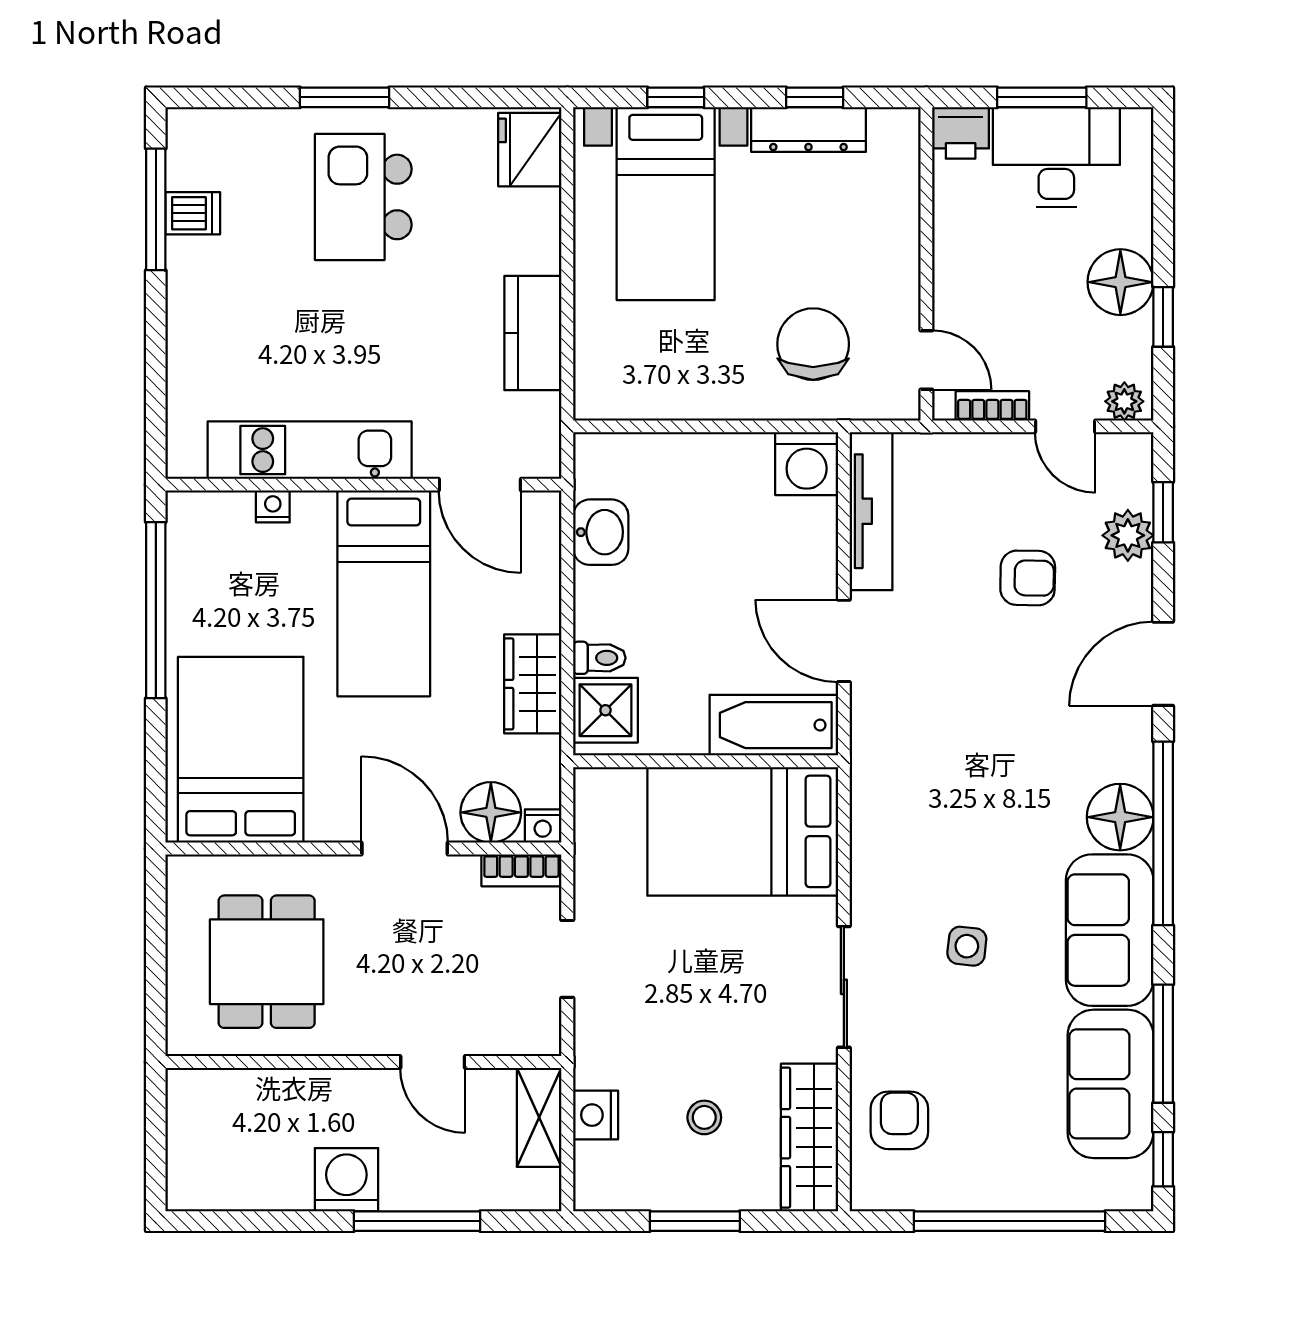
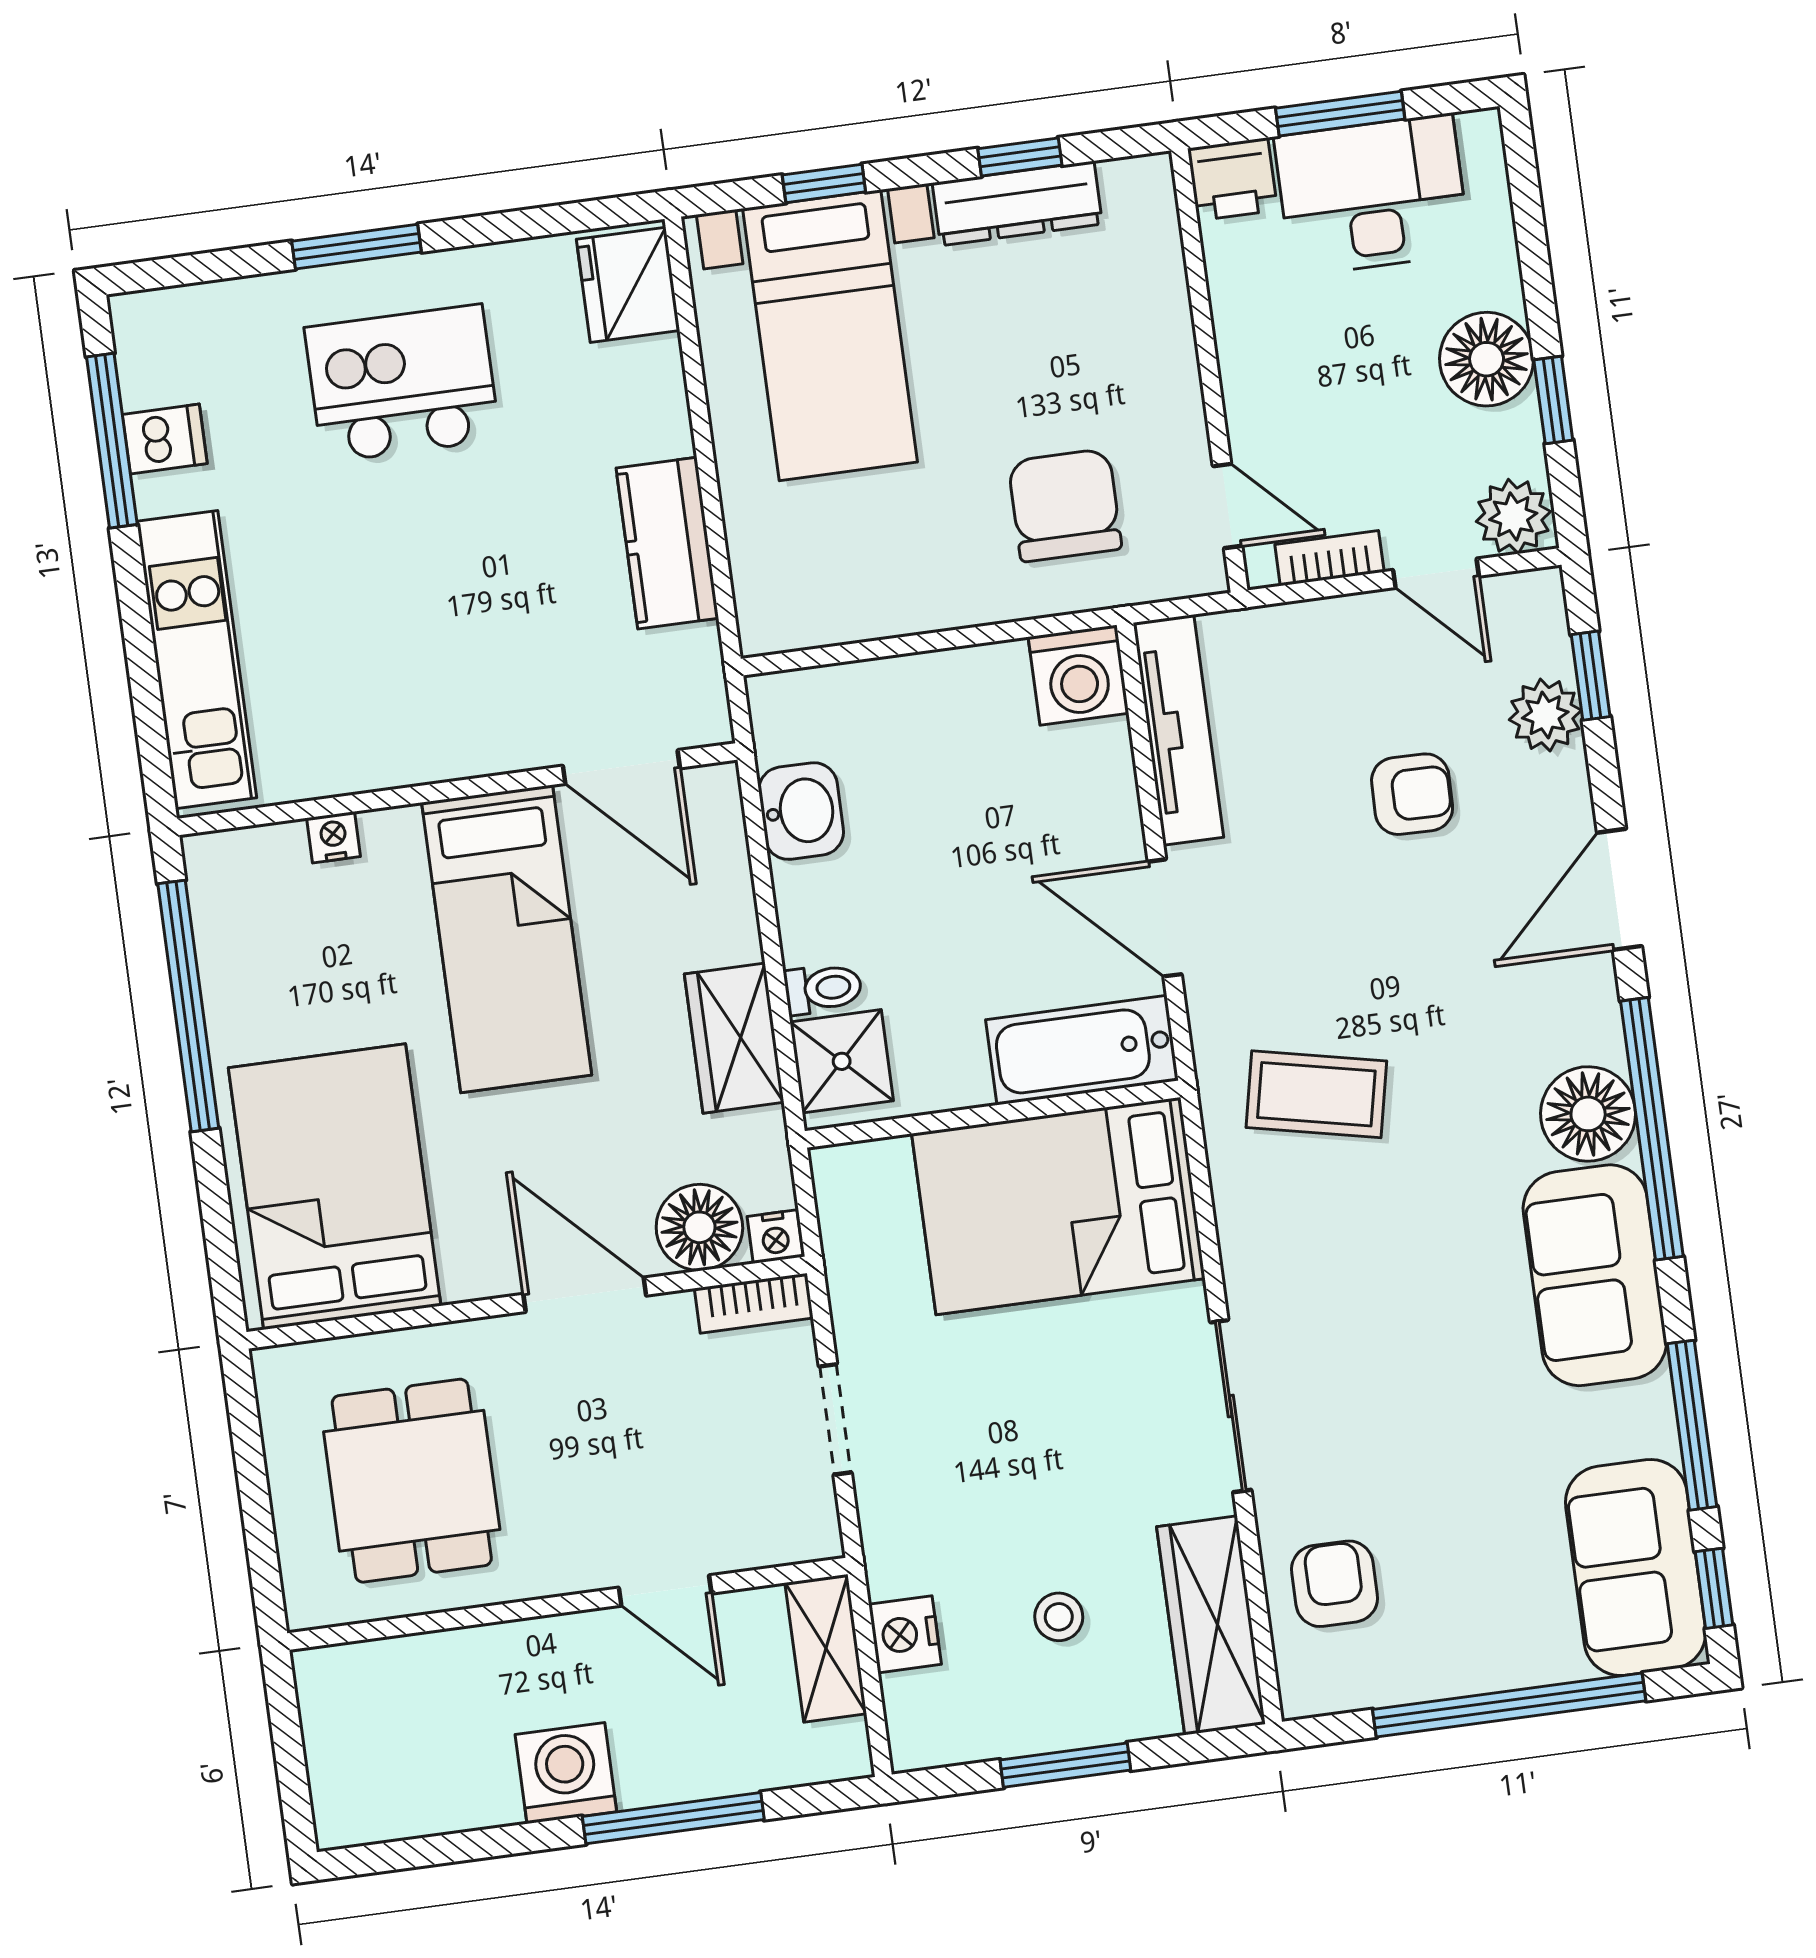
kitchen island: (363, 197) -> (402, 384), turned 90
plant: (1124, 401) -> (1513, 516), width x1.38, depth x1.38
kitchen unit: (310, 450) -> (197, 660), moved, turned 90
coffee table: (933, 778) -> (1316, 1094), added
side table: (967, 946) -> (1396, 1325), removed
sofa: (1111, 1084) -> (1636, 1567), moved

